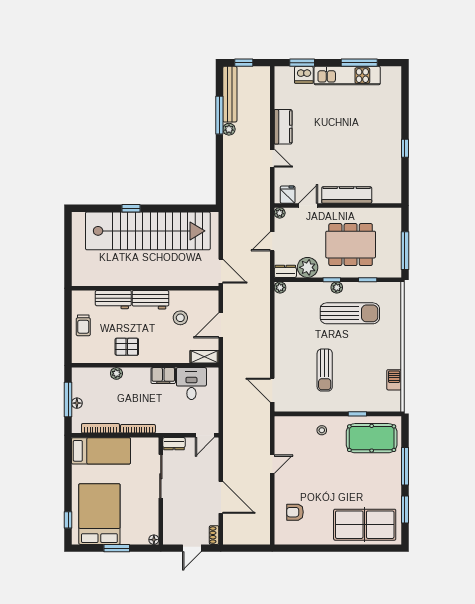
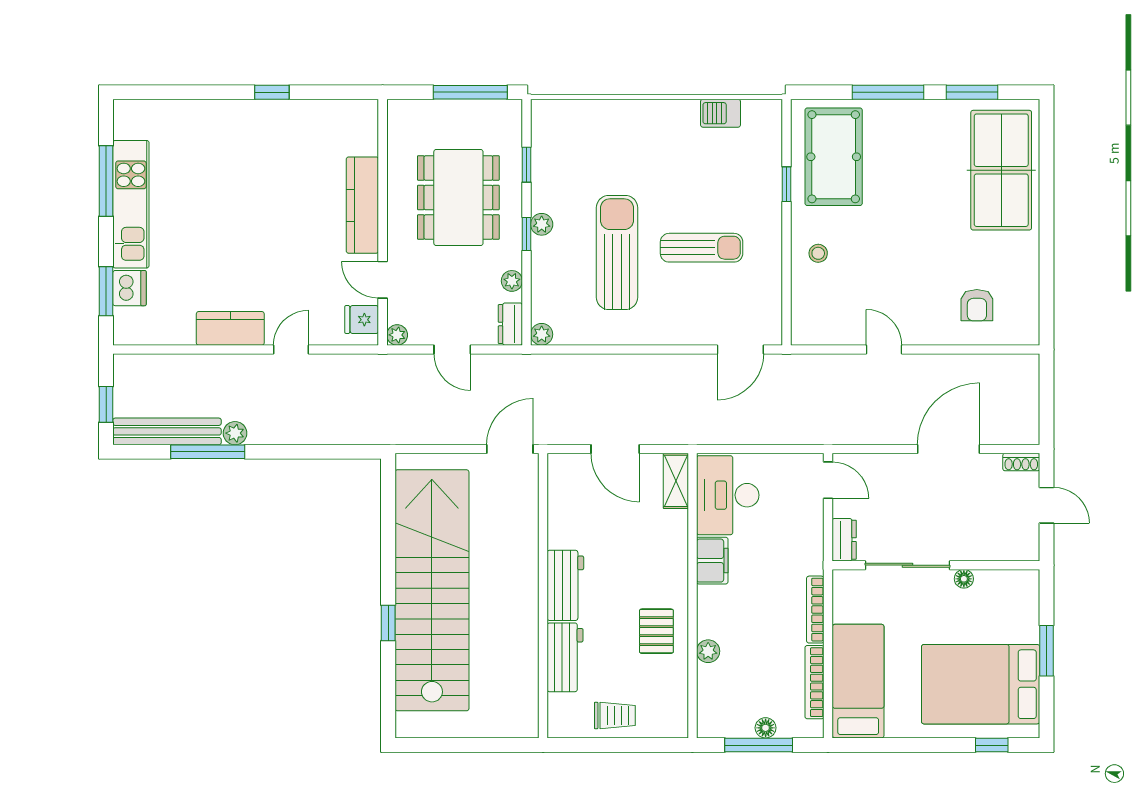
plant: (308, 267) -> (512, 281), width x0.53, depth x0.53
sun lounger: (350, 313) -> (617, 253), moved
stool: (180, 318) -> (600, 527), removed
desk: (191, 384) -> (728, 495), width x1.37
floor lamp: (154, 540) -> (964, 579), moved

